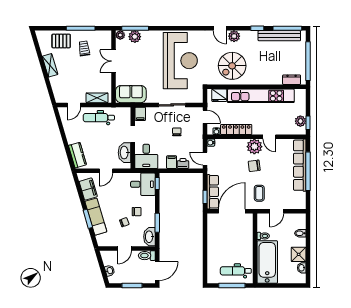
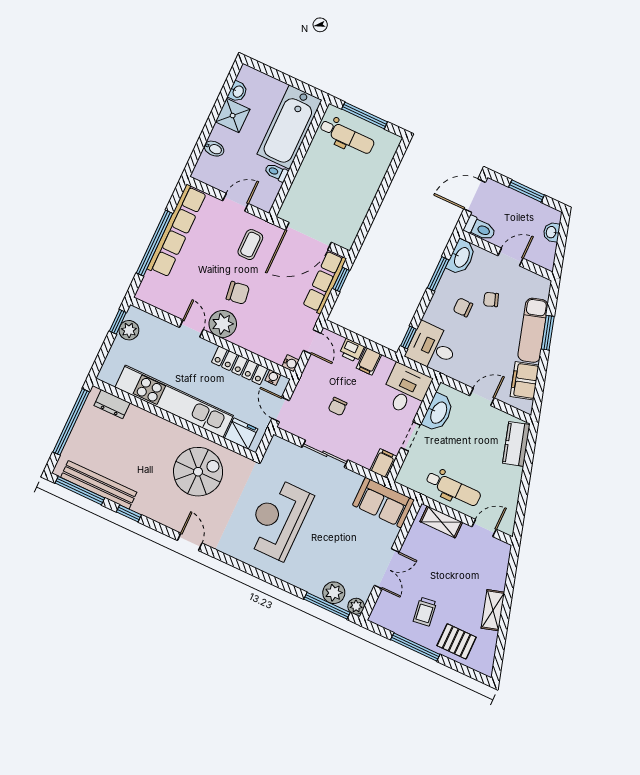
plant: (234, 36) -> (172, 518), removed
reception desk: (180, 61) -> (278, 519), width x0.74, depth x0.77
row of seats: (300, 165) -> (177, 231), moved

